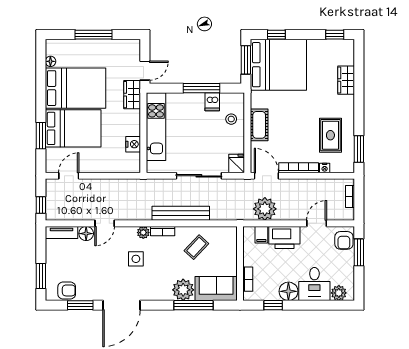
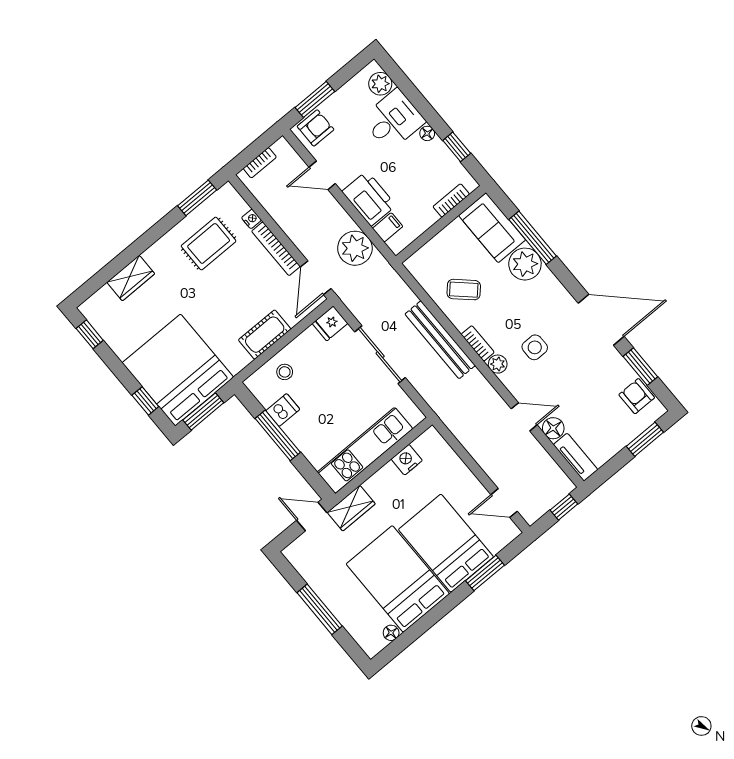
floor lamp: (288, 291) -> (427, 133), width x0.53, depth x0.53

